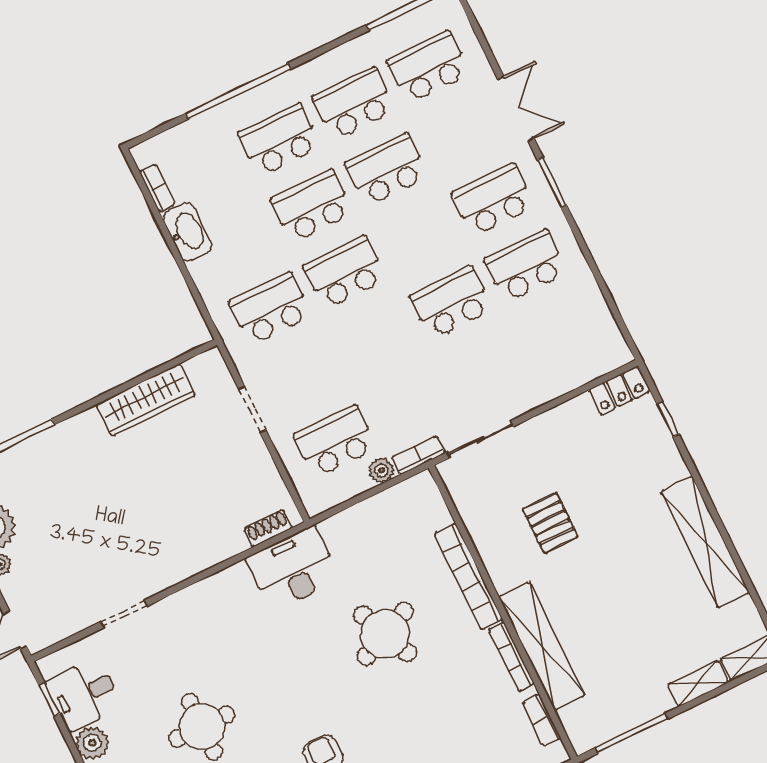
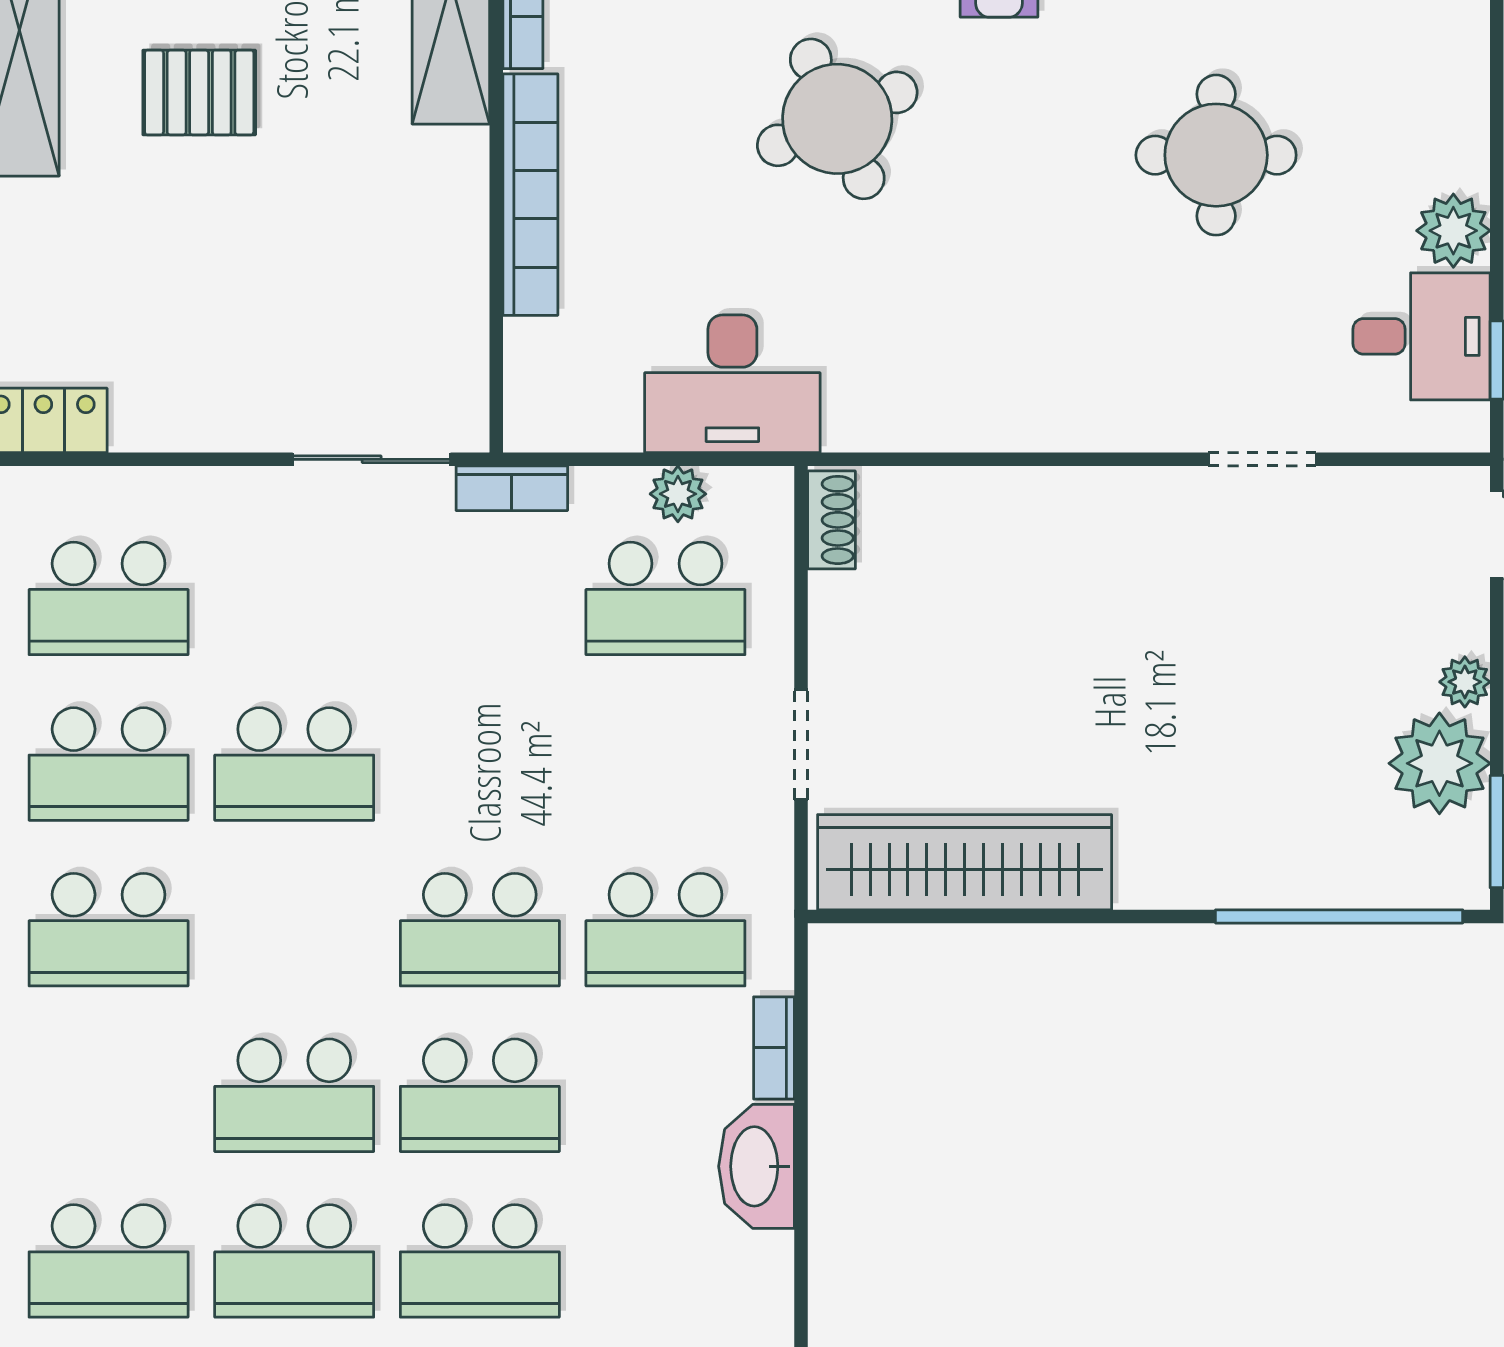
bookcase: (157, 188) -> (774, 1048), moved
school desk: (558, 332) -> (109, 598), added
wardrobe: (146, 400) -> (965, 862), width x1.40, depth x1.17
plant: (381, 470) -> (678, 494), moved
pallet: (550, 523) -> (199, 92), moved, turned 90
shoe rack: (268, 528) -> (832, 520), moved, turned -90
desk: (293, 568) -> (732, 384), moved
round table: (385, 634) -> (837, 119), moved

